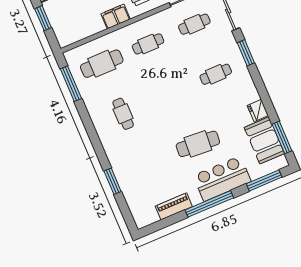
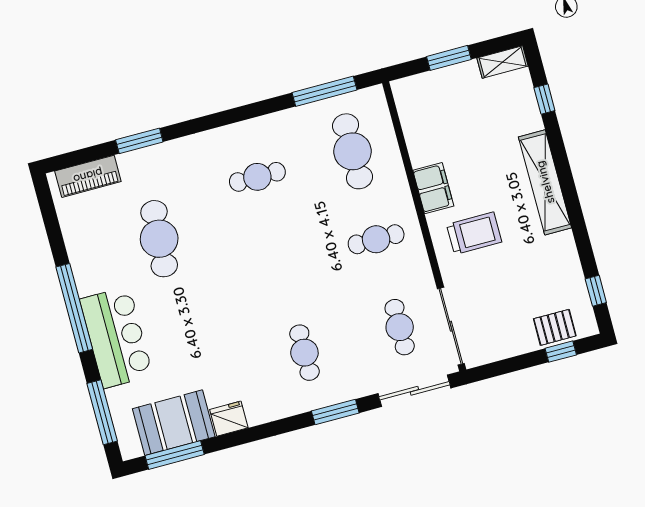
cafe table: (148, 44) -> (376, 239), turned 90
cafe table: (198, 144) -> (159, 239), moved
piano: (174, 206) -> (88, 176), moved, turned 90

